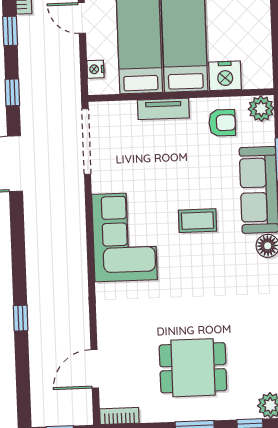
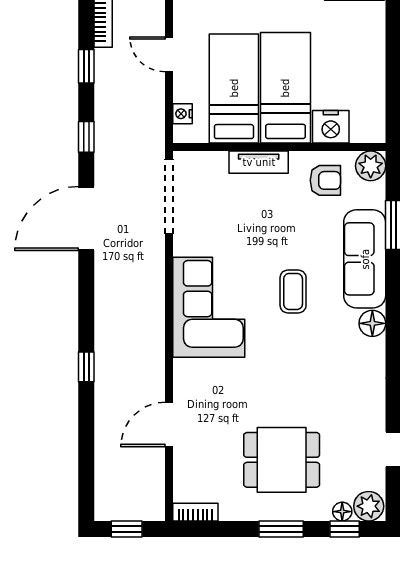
coffee table: (198, 221) -> (293, 291), turned 90
window: (21, 318) -> (86, 367), moved
door: (95, 369) -> (169, 425), moved
floor lamp: (247, 411) -> (342, 512), added

